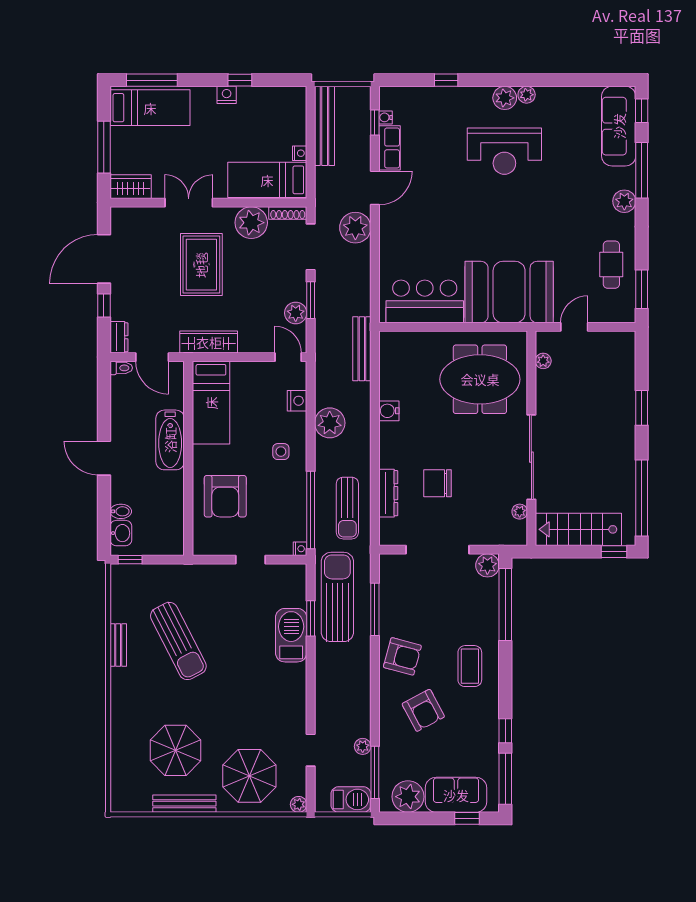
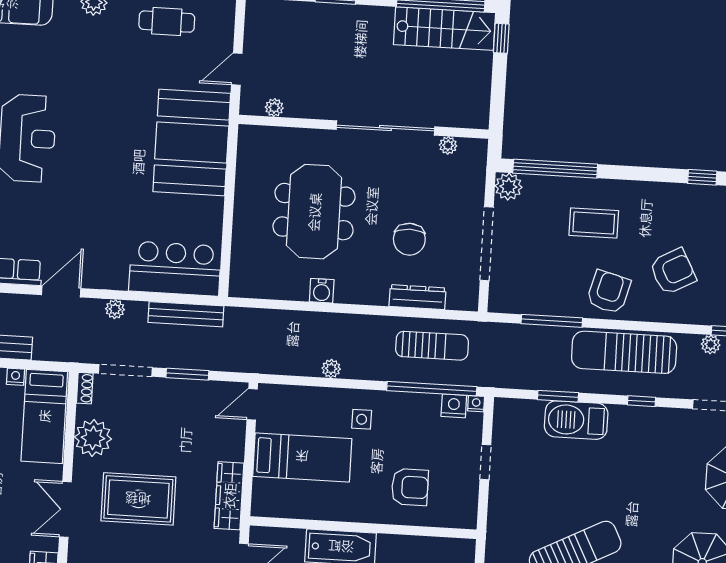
door: (375, 188) -> (61, 292), hinge flipped
shoe rack: (288, 213) -> (85, 388), width x0.70
plant: (355, 228) -> (115, 309), width x0.53, depth x0.53
bar counter: (425, 301) -> (175, 269), moved, turned 90
plant: (296, 313) -> (201, 392), removed
door: (574, 327) -> (237, 69), hinge flipped
bench: (362, 349) -> (186, 314), moved
meeting table: (480, 379) -> (314, 212), moved
nightstand: (297, 401) -> (454, 406), moved
bed: (211, 403) -> (302, 457), moved
plant: (330, 423) -> (331, 369), width x0.53, depth x0.53
armchair: (225, 496) -> (410, 487), width x0.73, depth x0.73
stairs: (578, 529) -> (445, 29), moved, turned -90
sun lounger: (337, 597) -> (624, 352), moved
coffee table: (470, 666) -> (594, 223), moved
window: (311, 690) -> (641, 401), added

